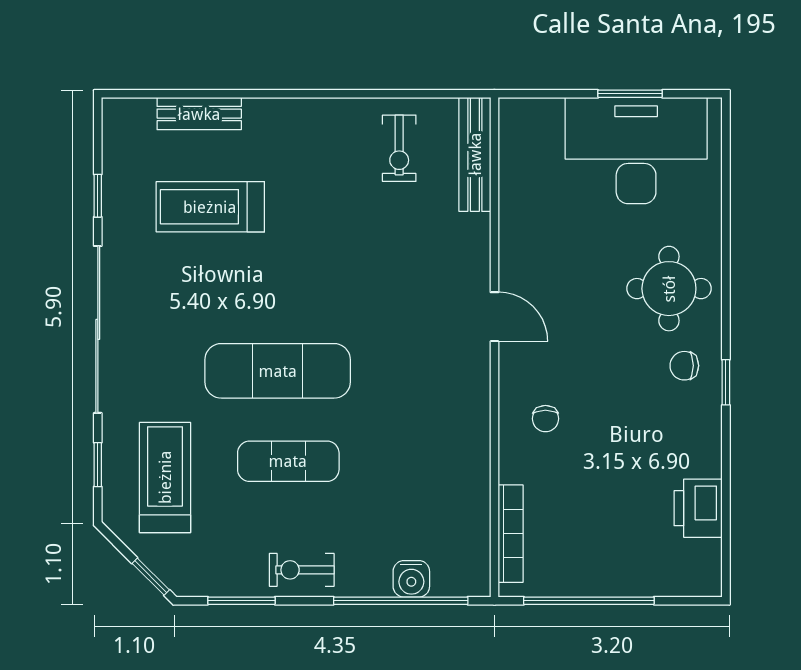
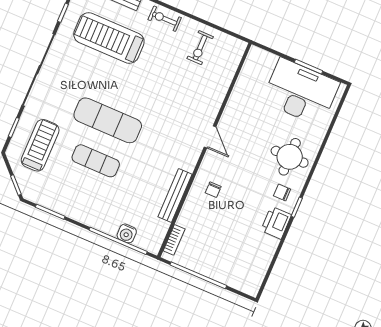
bench: (475, 154) -> (175, 196), moved
treadmill: (210, 207) -> (109, 38), width x1.37, depth x1.38
printer: (698, 508) -> (276, 223), moved
bookcase: (511, 534) -> (174, 240), width x0.64
exercise bike: (302, 570) -> (165, 19), moved

